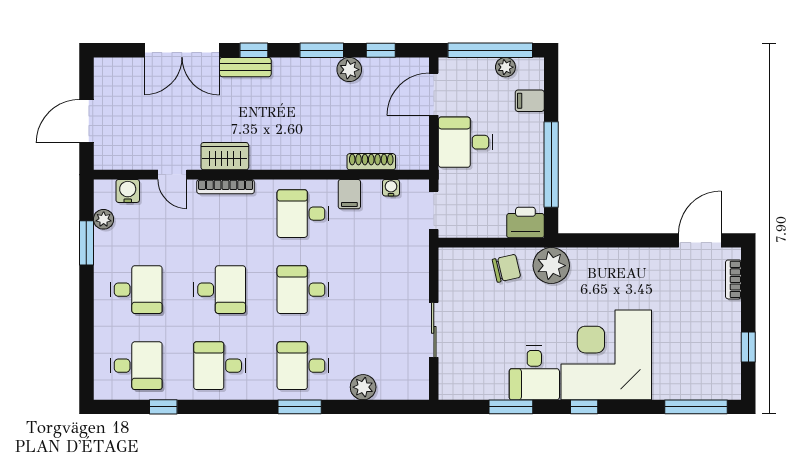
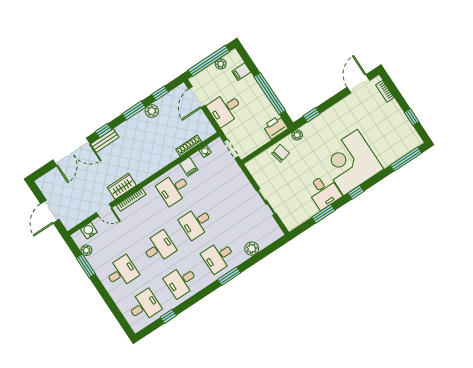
window: (594, 240) -> (311, 115), added
plant: (551, 266) -> (297, 135), width x0.53, depth x0.53

